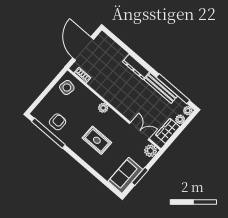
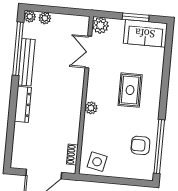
wardrobe: (168, 131) -> (66, 22), removed

